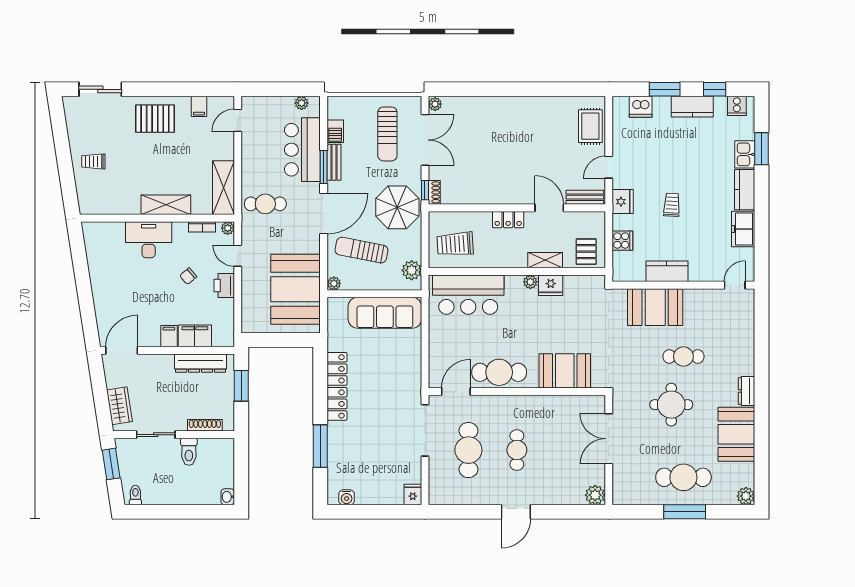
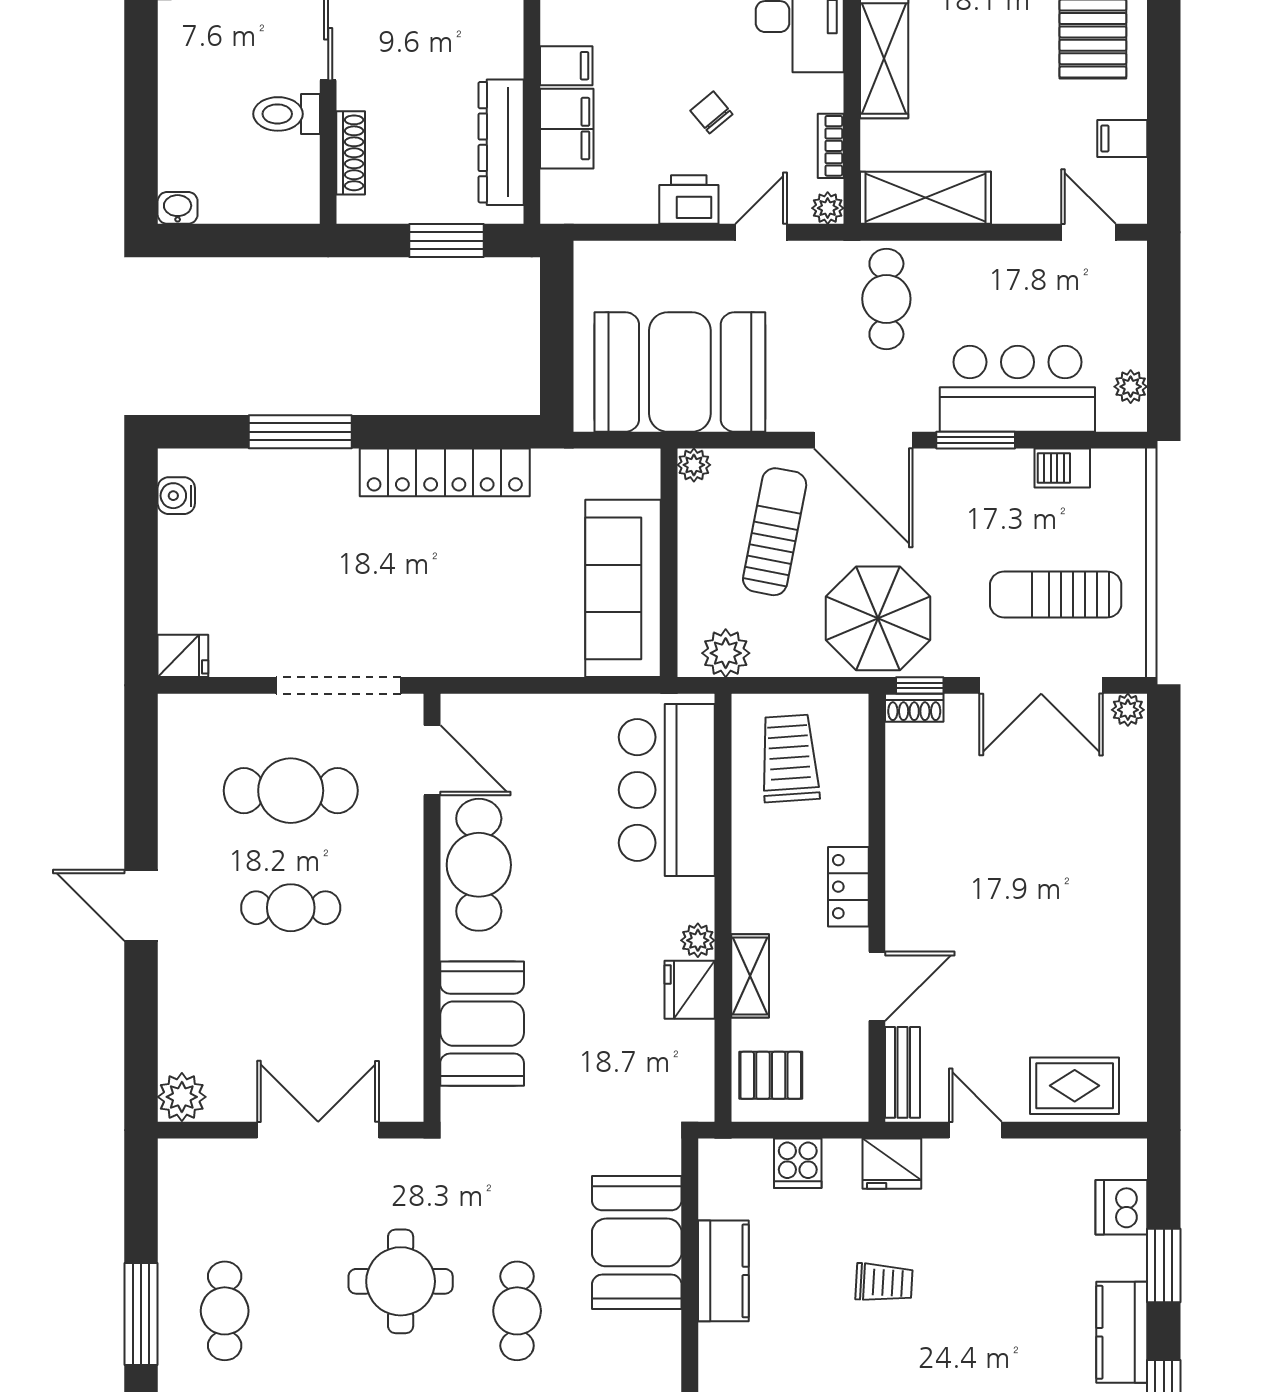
bench: (334, 162) -> (987, 465), removed
cafe table: (683, 477) -> (225, 1311), width x0.73, depth x0.74

